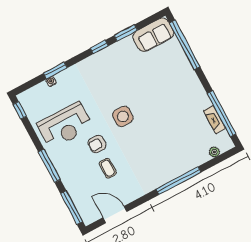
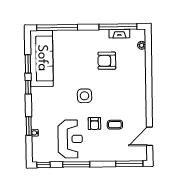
sofa: (153, 35) -> (42, 58), width x1.85, depth x1.27
armchair: (176, 121) -> (107, 61), added
window: (49, 166) -> (76, 164), moved
window: (178, 181) -> (149, 80), removed

